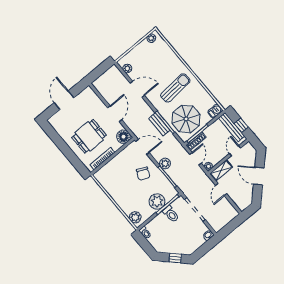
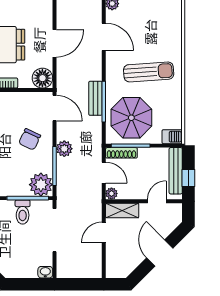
door: (195, 159) -> (104, 173), hinge flipped
plant: (157, 201) -> (41, 185), moved

